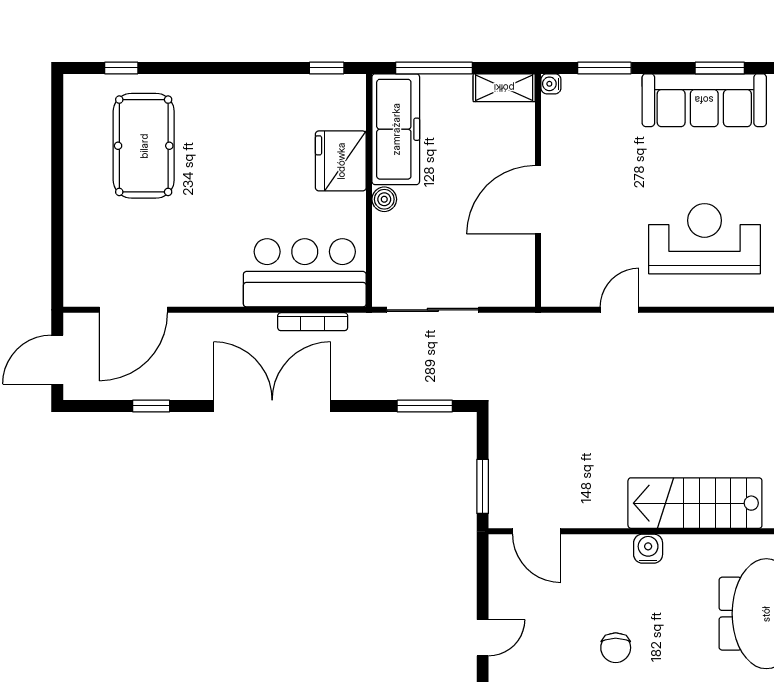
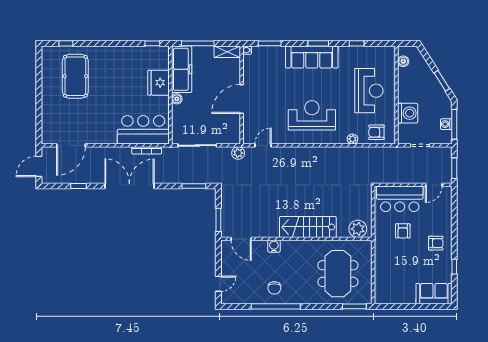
door: (620, 310) -> (263, 145), moved
plant: (530, 328) -> (238, 153), added
water cooler: (648, 549) -> (274, 246), moved

